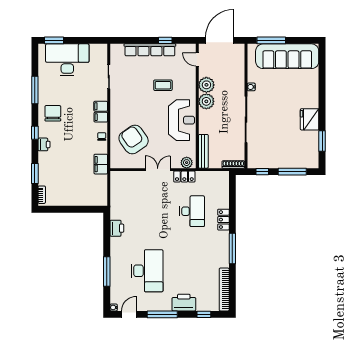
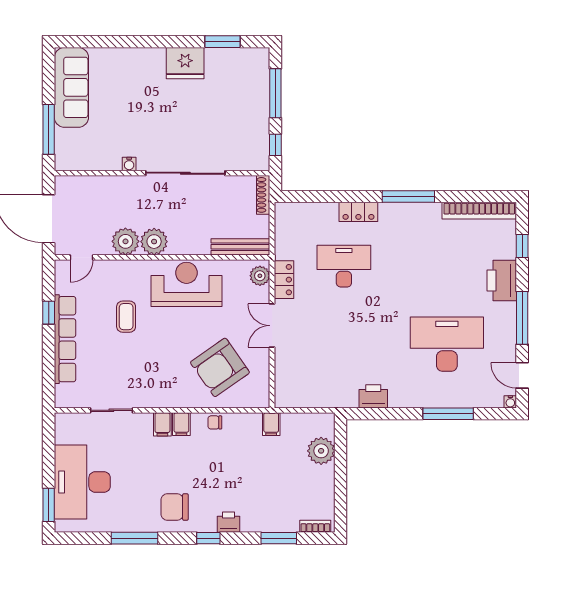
sofa: (287, 56) -> (71, 87), width x0.74, depth x0.79
filing cabinet: (101, 164) -> (271, 424), width x0.50
plant: (85, 198) -> (321, 451), added

